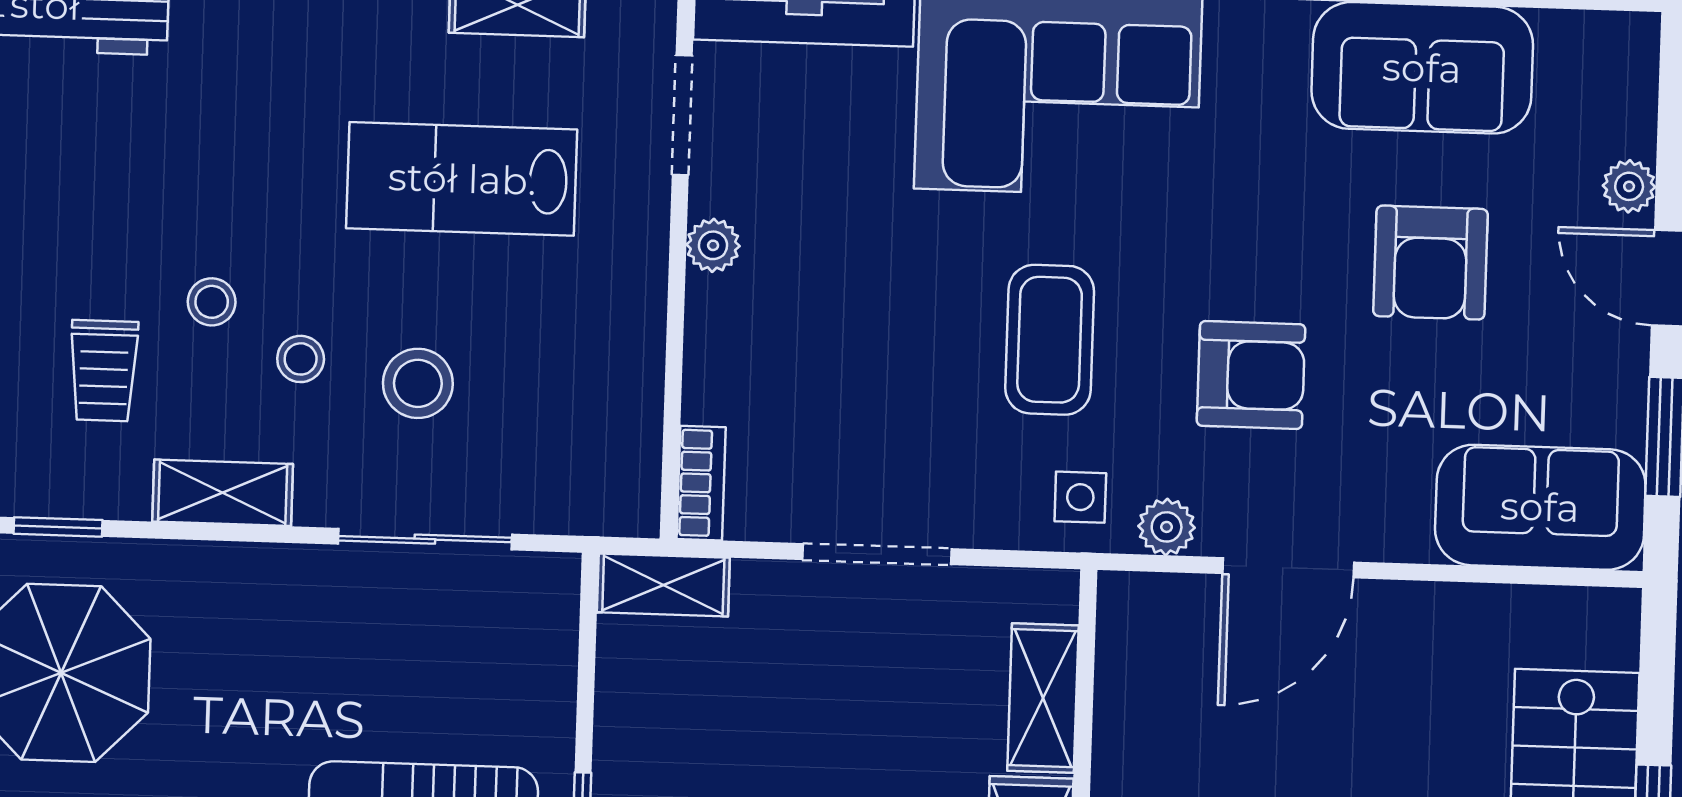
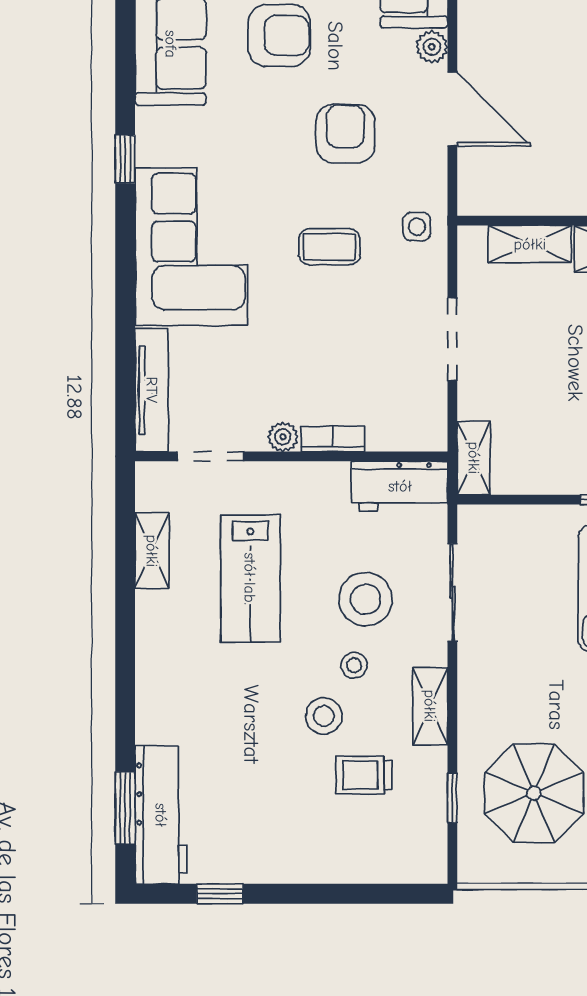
stool: (212, 302) -> (324, 716), width x1.37, depth x1.37
coffee table: (1050, 340) -> (329, 247), width x0.73, depth x0.77
trolley: (104, 371) -> (364, 775), turned 180
stool: (418, 383) -> (366, 599), width x1.38, depth x1.38
workbench: (618, 451) -> (400, 486), added
bookcase: (701, 483) -> (333, 439), moved
plant: (1167, 527) -> (432, 47), moved

